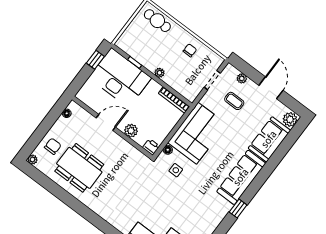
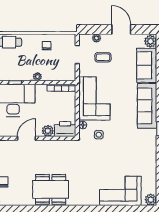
printer: (151, 147) -> (65, 129), width x1.87, depth x1.48
dining table: (79, 168) -> (51, 189), moved

